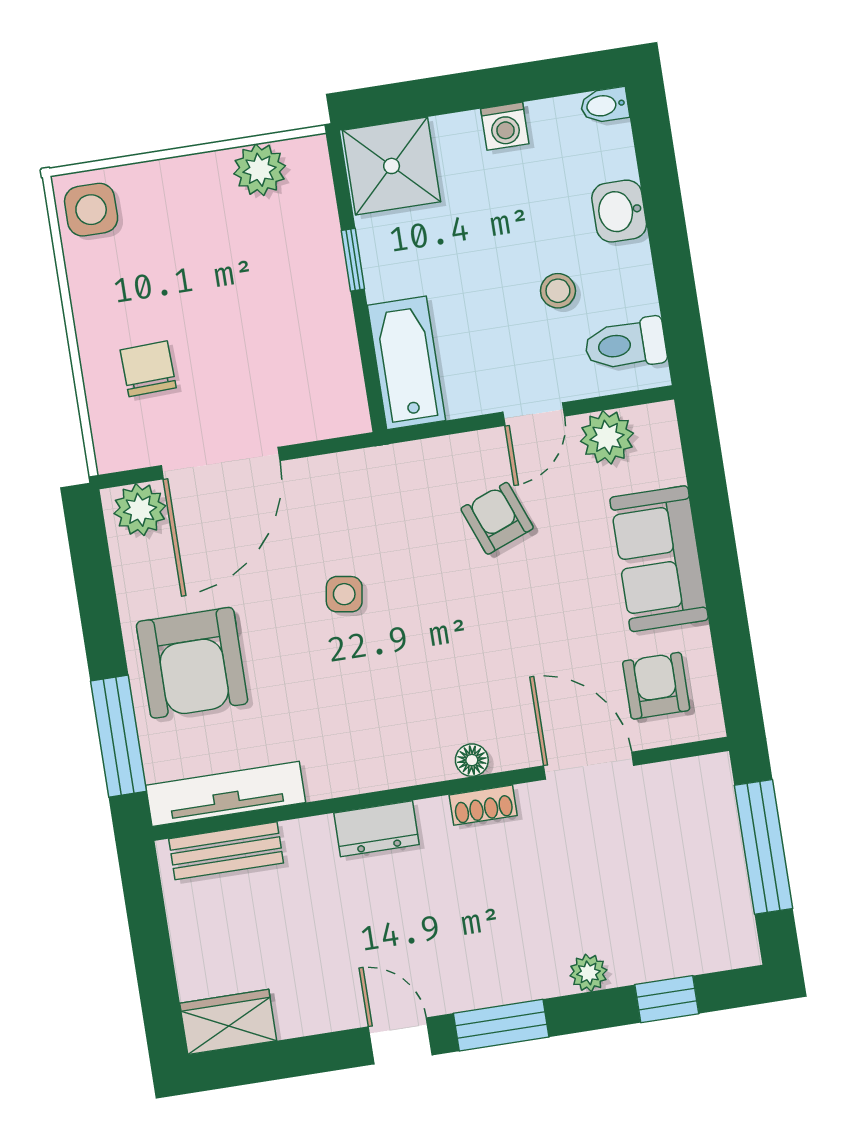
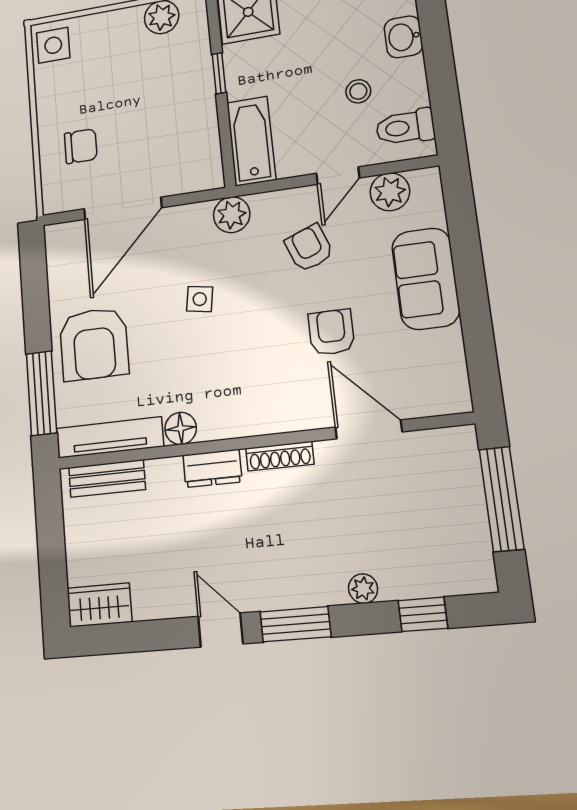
chair: (148, 369) -> (81, 146), turned 92
plant: (140, 510) -> (232, 215), moved
armchair: (656, 686) -> (331, 332), moved
floor lamp: (472, 760) -> (181, 428), moved, width x1.37, depth x1.37
shoe rack: (483, 805) -> (280, 456), width x1.43

